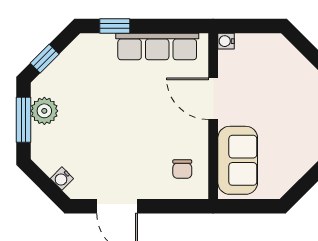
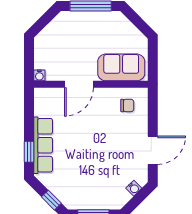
row of seats: (157, 46) -> (43, 145), moved
plant: (44, 111) -> (87, 200), removed

